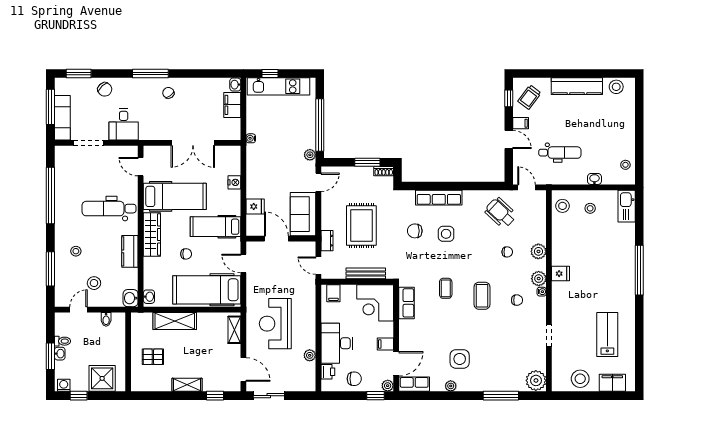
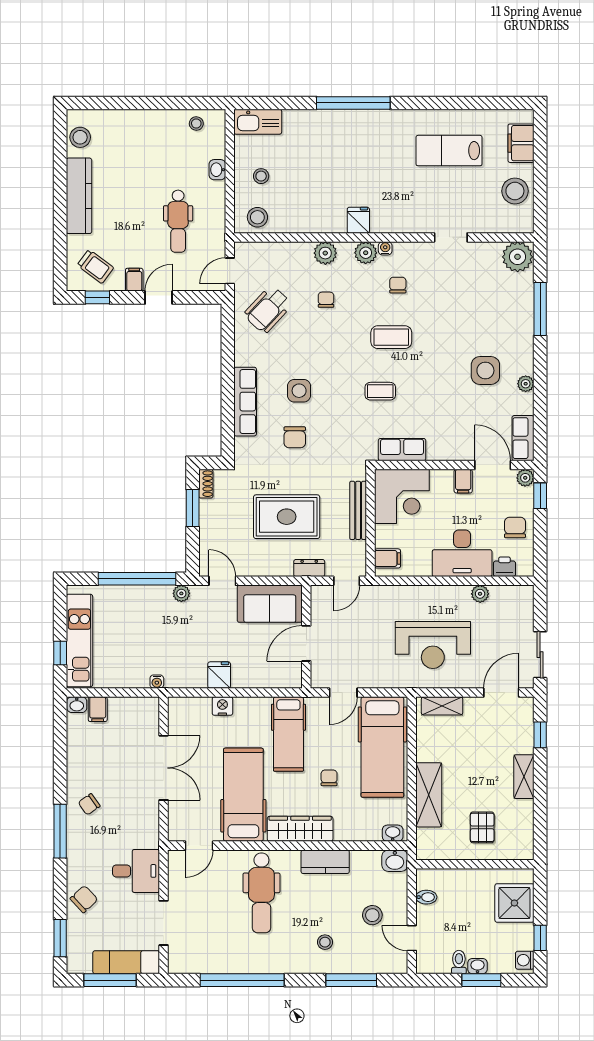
filing cabinet: (232, 105) -> (98, 709), width x0.50
dental chair: (560, 153) -> (178, 221), turned 180
fridge: (255, 207) -> (219, 675), moved

